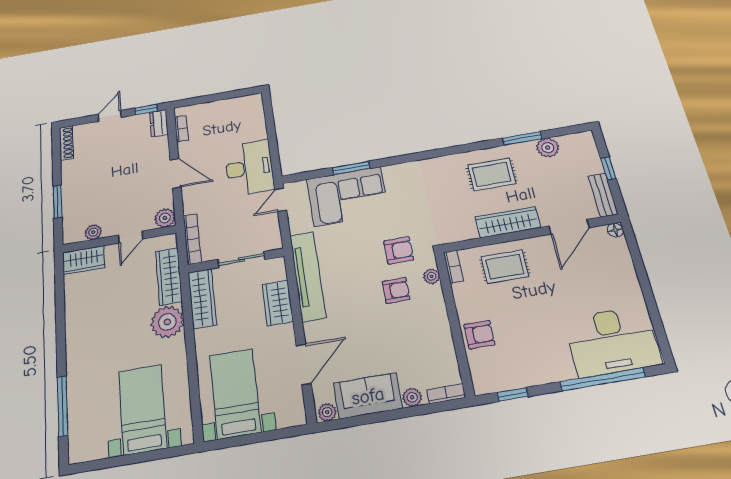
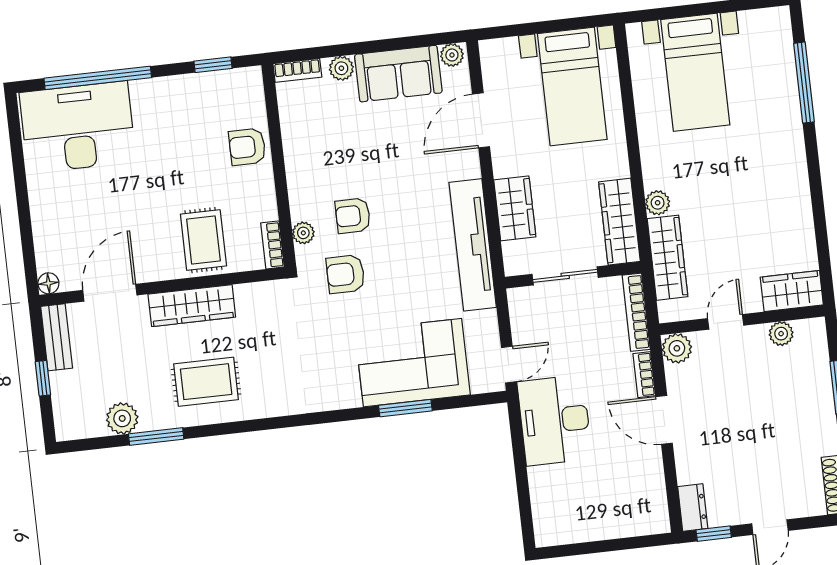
bookcase: (181, 129) -> (644, 375), moved
rug: (505, 267) -> (203, 240), turned 90
plant: (167, 322) -> (658, 203), width x0.53, depth x0.53

